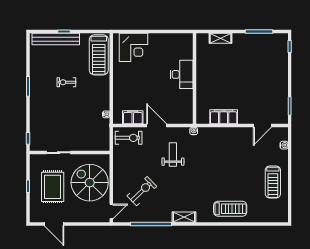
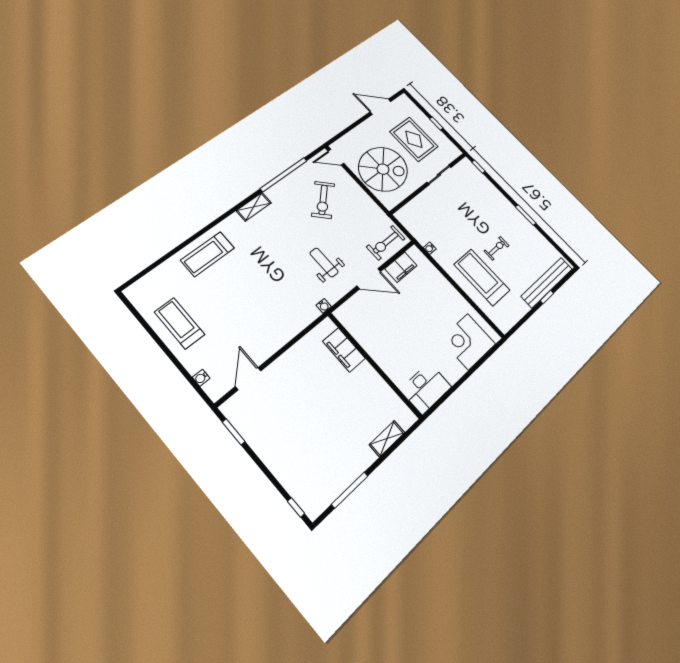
treadmill: (99, 55) -> (482, 277), moved
desk: (182, 74) -> (426, 388), moved, turned -90
filing cabinet: (224, 117) -> (344, 350), moved, turned 90
weight bench: (173, 154) -> (324, 262), turned 180
door: (111, 212) -> (336, 157), hinge flipped

